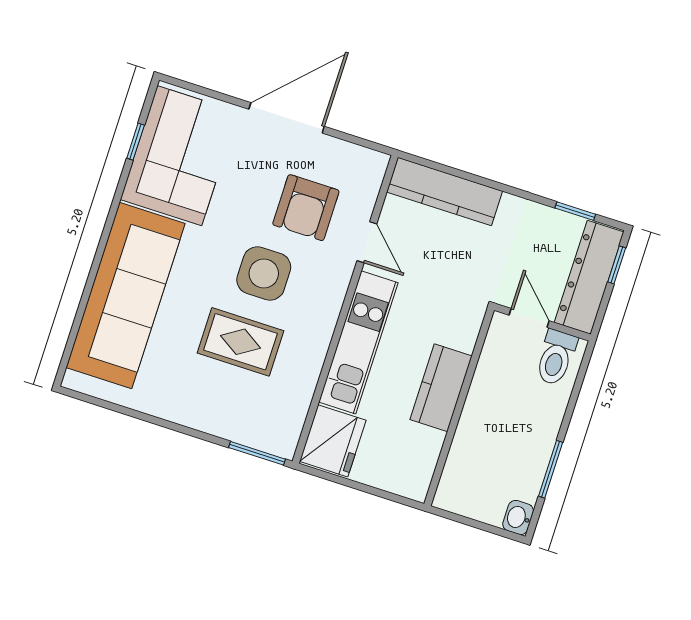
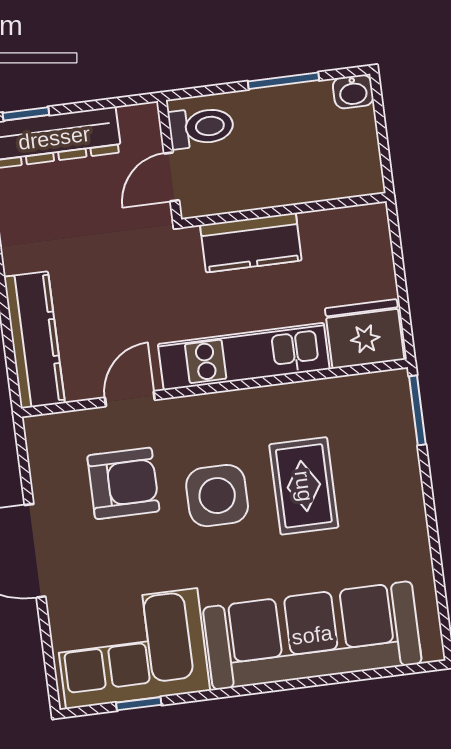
door: (529, 318) -> (172, 177), moved
wall: (542, 322) -> (169, 160), moved
toilet: (556, 358) -> (201, 127), moved

